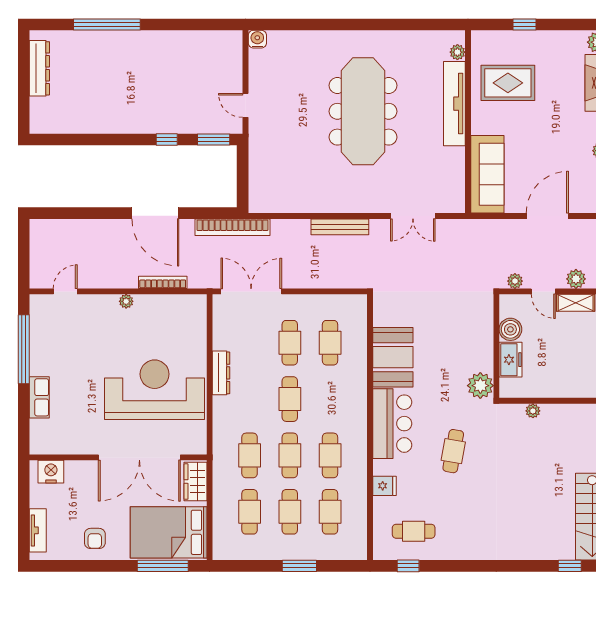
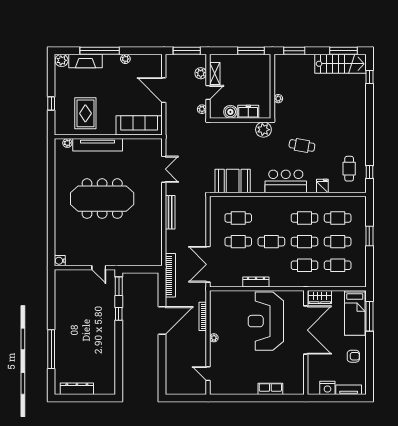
door: (245, 105) -> (99, 268), hinge flipped
window: (24, 349) -> (242, 398), removed
booth: (393, 357) -> (233, 181), moved
nightstand: (51, 472) -> (327, 388), moved, turned -90
bed: (169, 532) -> (355, 313), width x0.67

